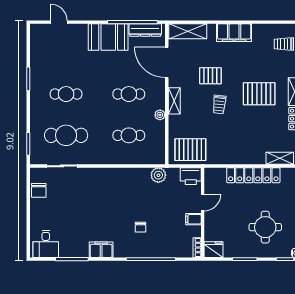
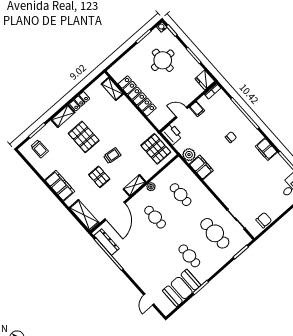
booth: (108, 37) -> (182, 288), moved, turned 90
filing cabinet: (137, 176) -> (201, 167), added

